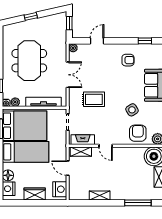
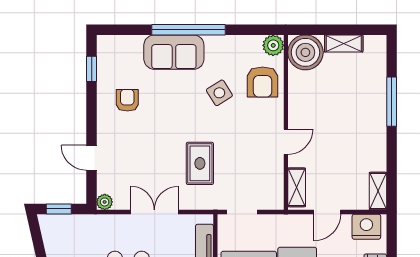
armchair: (138, 133) -> (263, 82), turned -90
fireplace: (83, 140) -> (275, 184), removed
shelving: (100, 195) -> (378, 191), moved
window: (138, 203) -> (392, 102), moved

